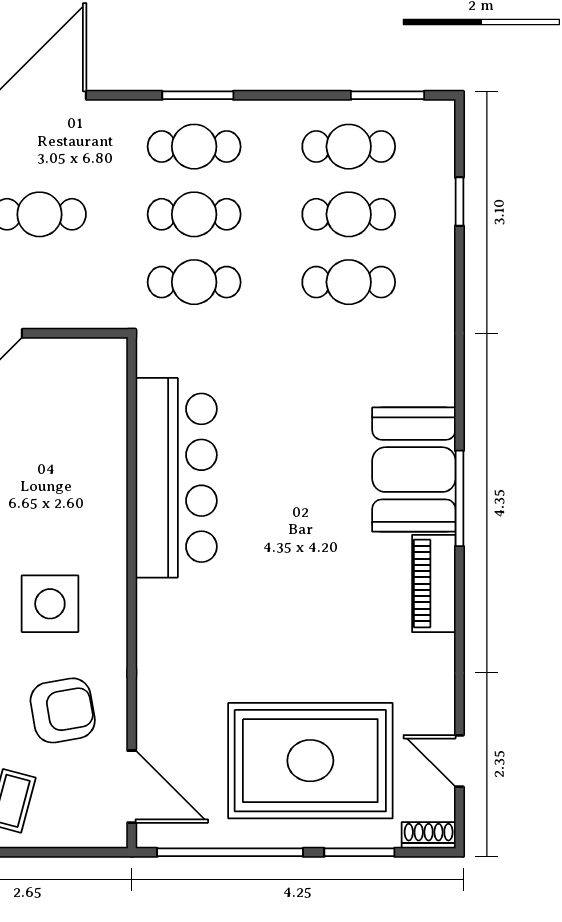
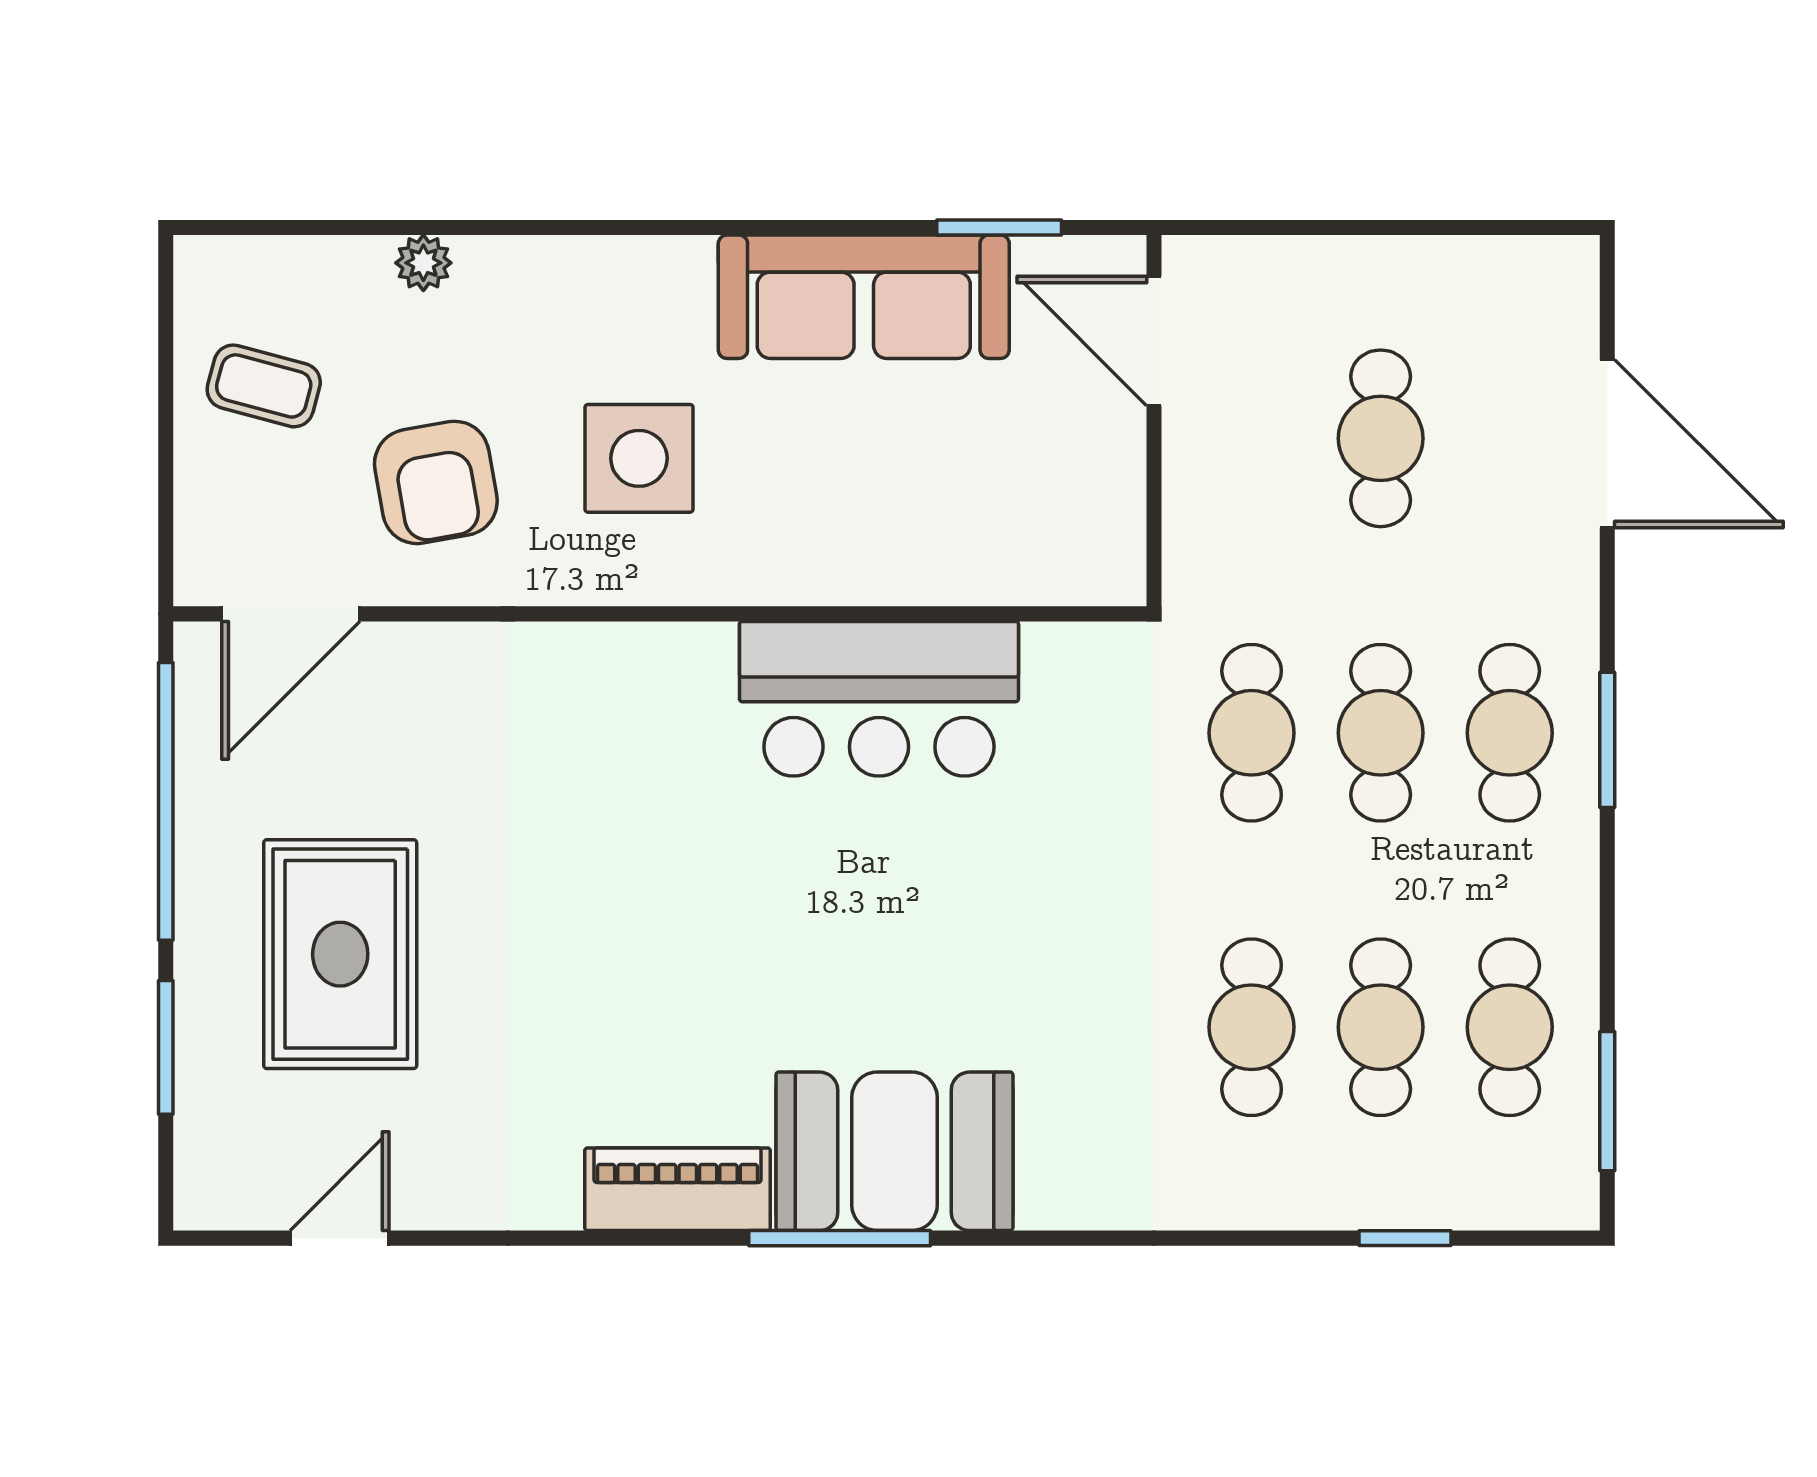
bar counter: (176, 478) -> (879, 699), width x0.73
rug: (310, 761) -> (340, 954), width x0.73, depth x0.69
shoe rack: (429, 835) -> (198, 1179), removed

